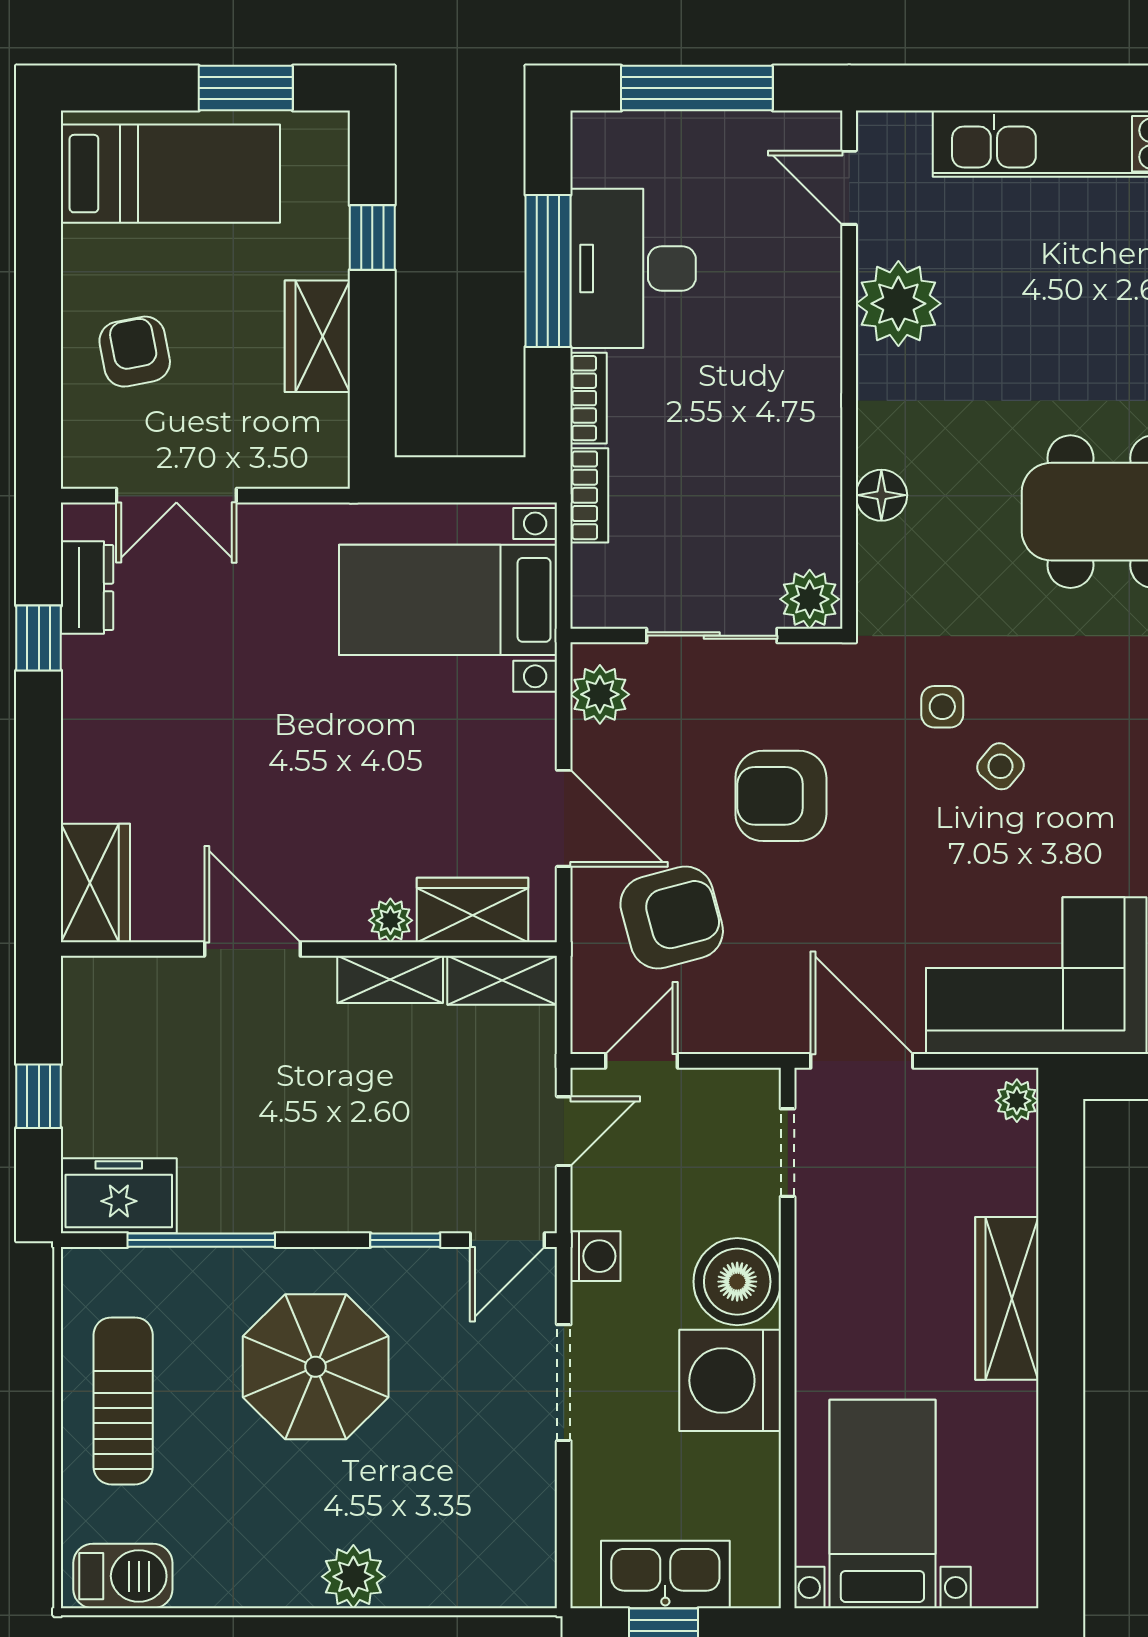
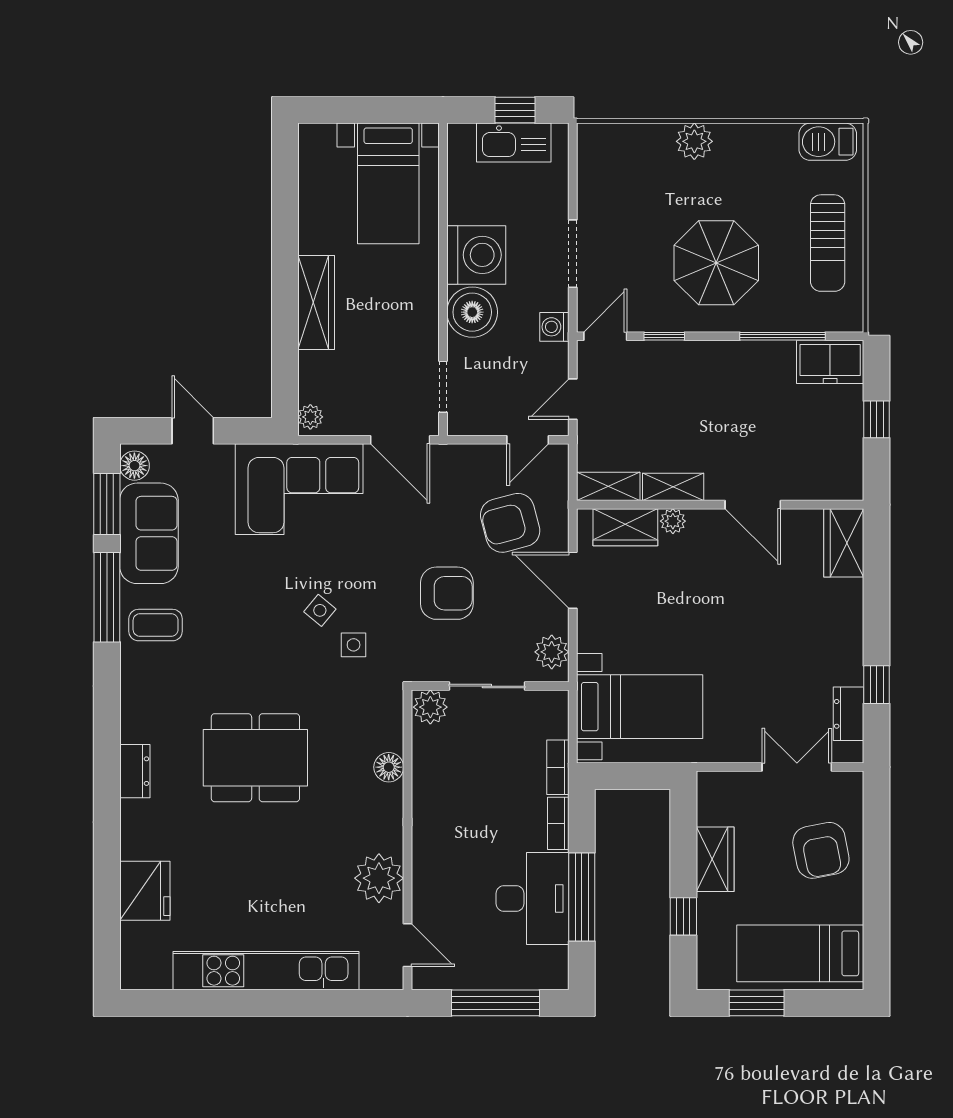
armchair: (135, 352) -> (821, 850), width x1.38, depth x1.38

